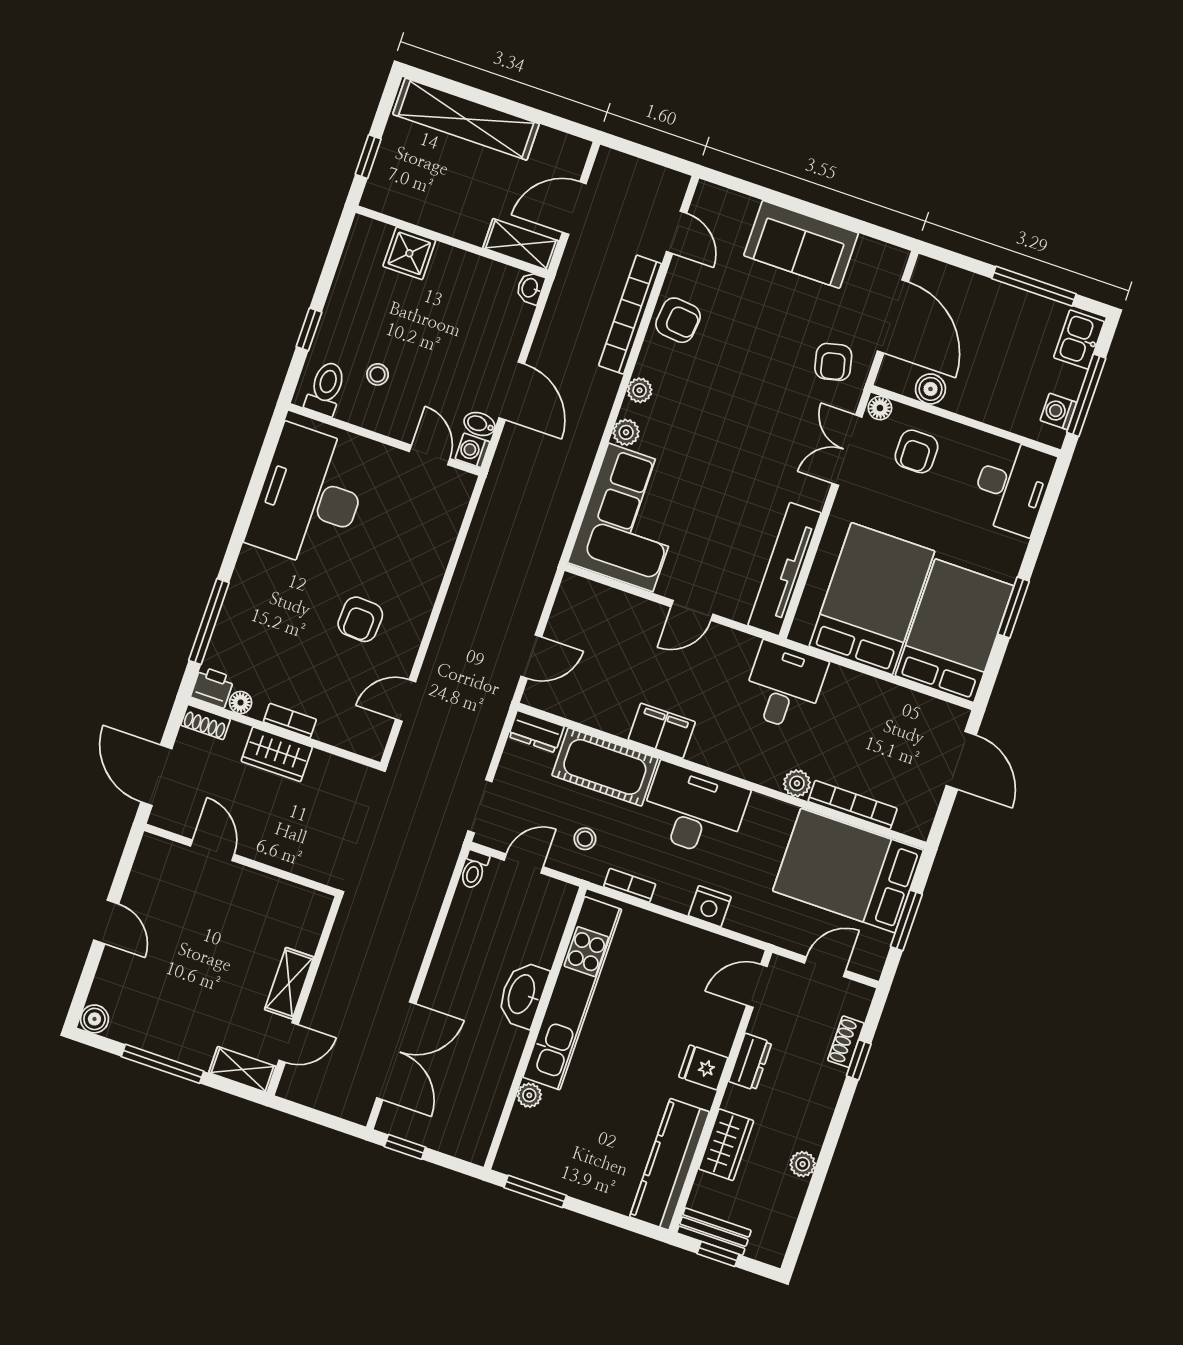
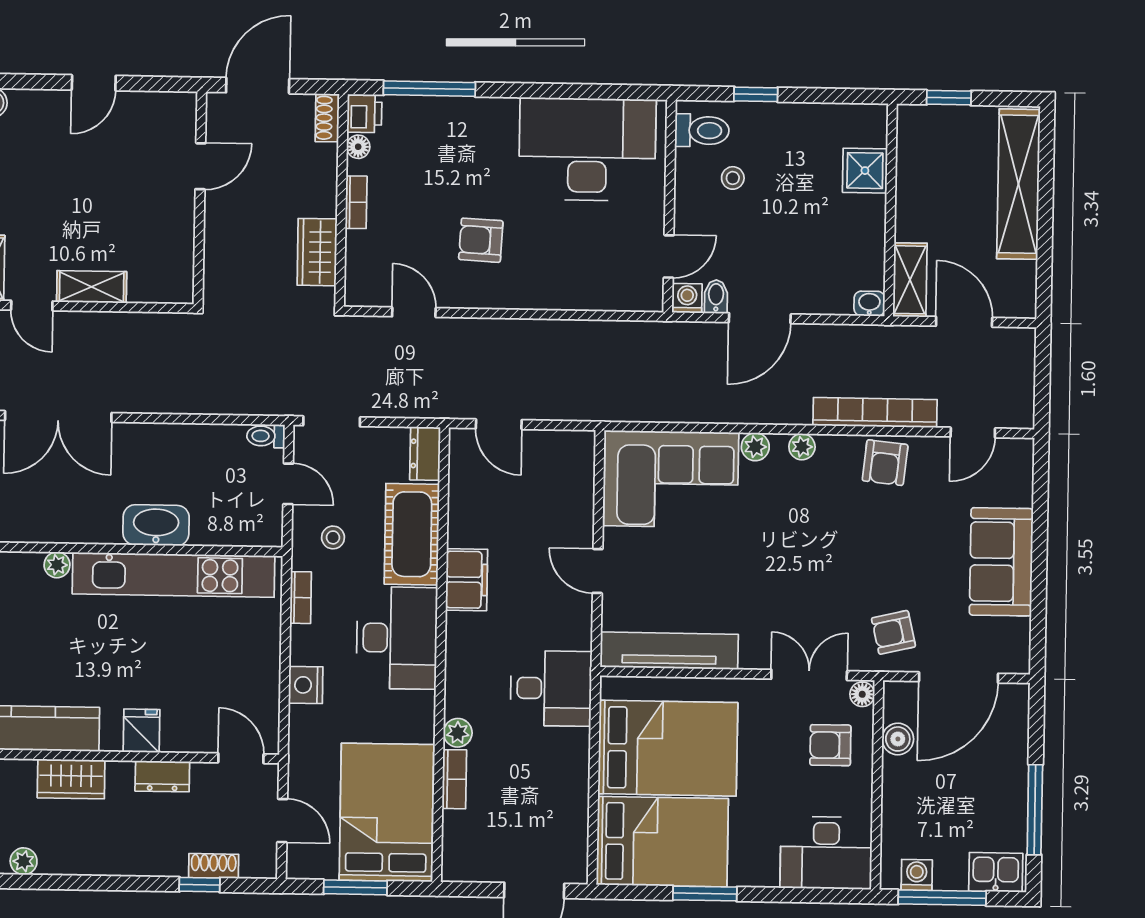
wardrobe: (277, 754) -> (317, 252), moved
bookcase: (853, 805) -> (454, 779), width x0.64
plant: (803, 1164) -> (24, 861), moved

